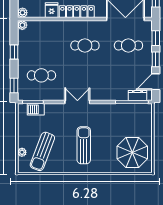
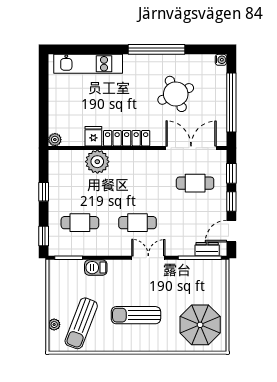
plant: (22, 25) -> (97, 162), moved, width x1.87, depth x1.87
cafe table: (85, 45) -> (137, 223), moved
double door: (77, 102) -> (148, 258), moved
barbecue: (36, 109) -> (96, 268), moved
sun lounger: (84, 145) -> (136, 315), turned -90

